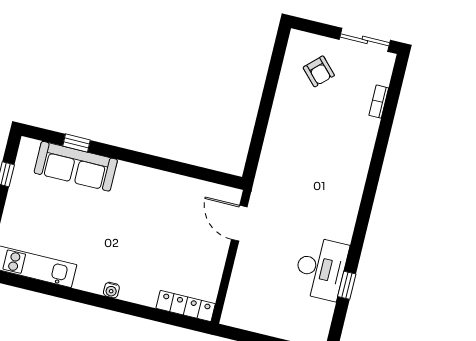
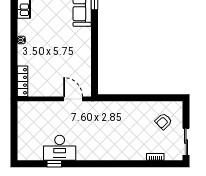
door: (239, 223) -> (73, 99), hinge flipped

